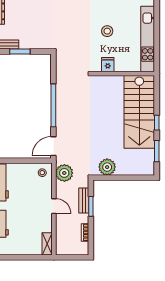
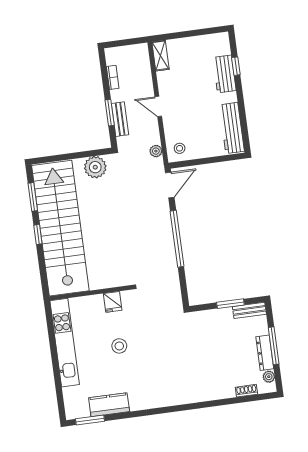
stairs: (139, 112) -> (60, 228), width x1.36
plant: (64, 173) -> (156, 151), width x0.53, depth x0.53

